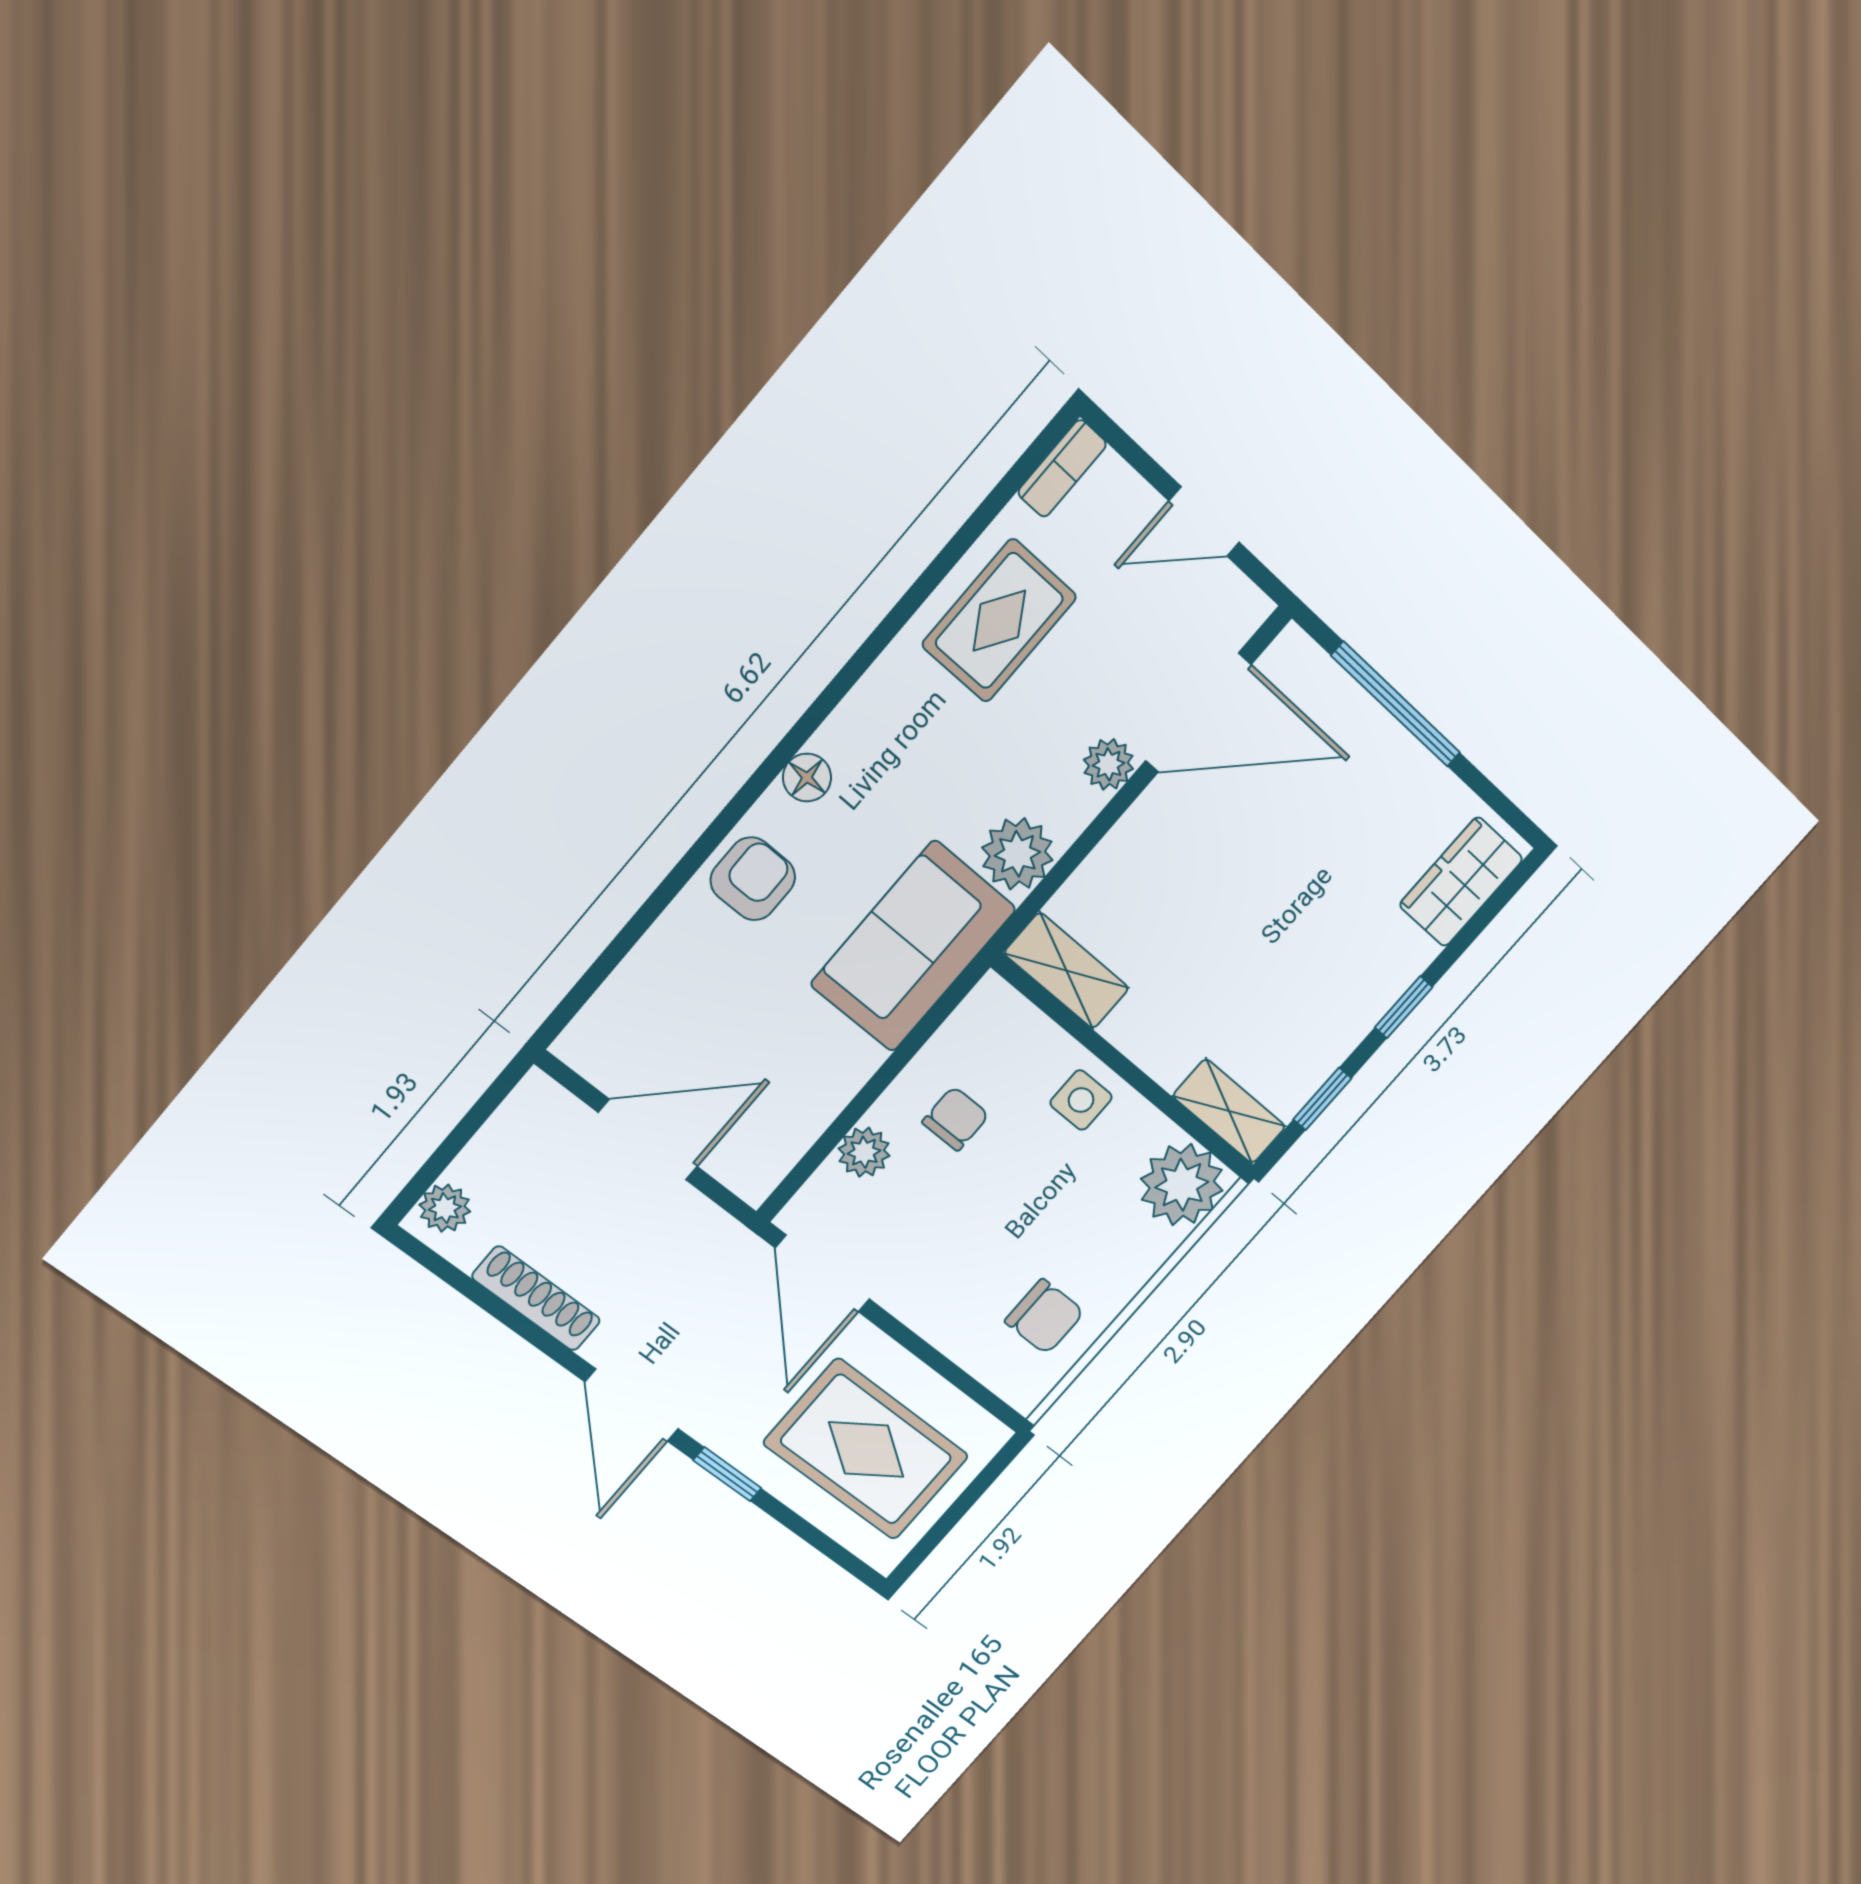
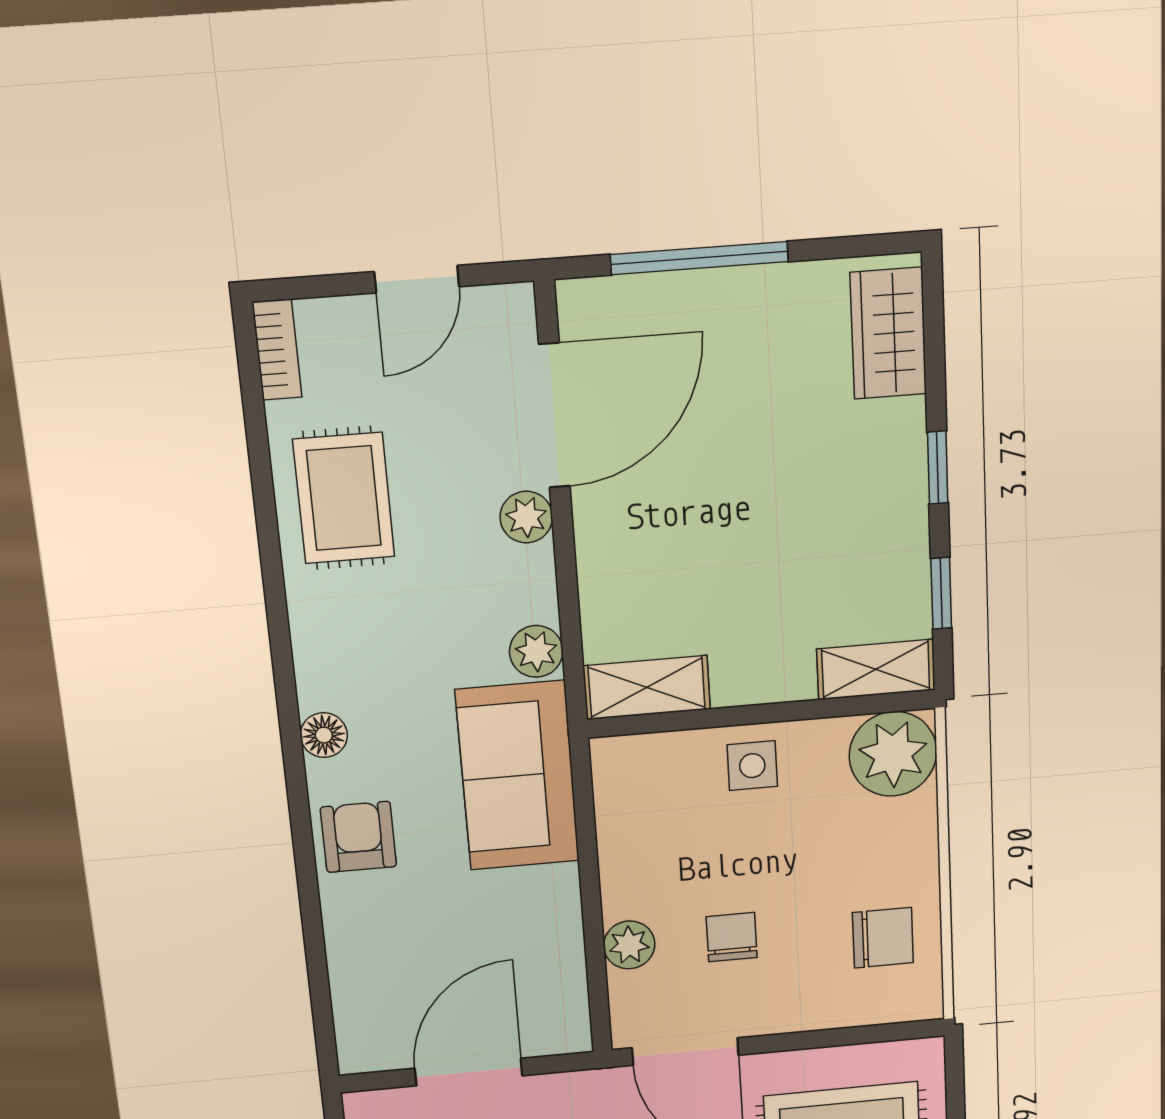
plant: (1017, 854) -> (536, 651), width x0.73, depth x0.73
chair: (956, 1119) -> (732, 937), moved

